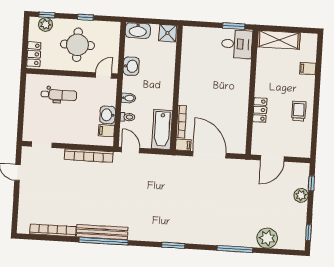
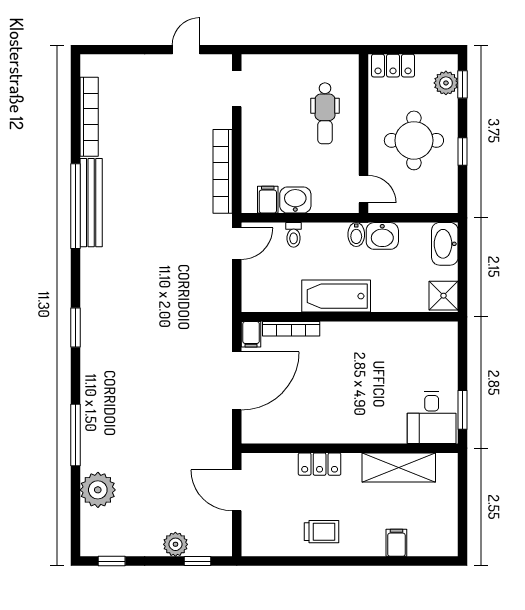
shelving: (279, 40) -> (399, 467), moved, turned 90
bidet: (128, 98) -> (356, 235), moved
bathtub: (162, 129) -> (336, 296), moved

